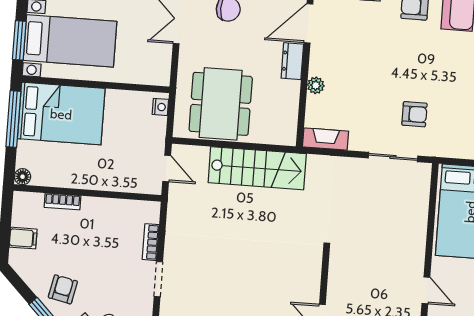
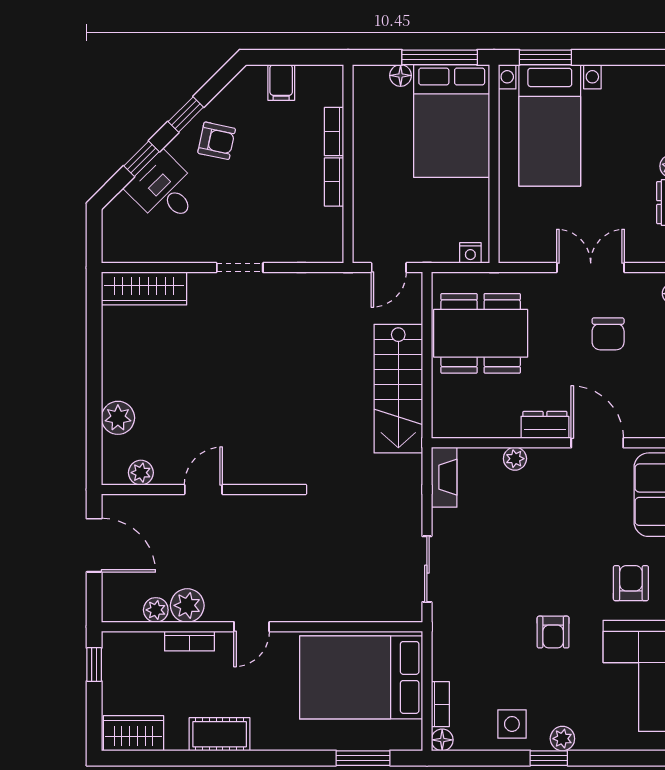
armchair: (414, 114) -> (553, 632), moved
floor lamp: (23, 177) -> (401, 75), moved
bookcase: (151, 242) -> (334, 182), moved, turned -90

